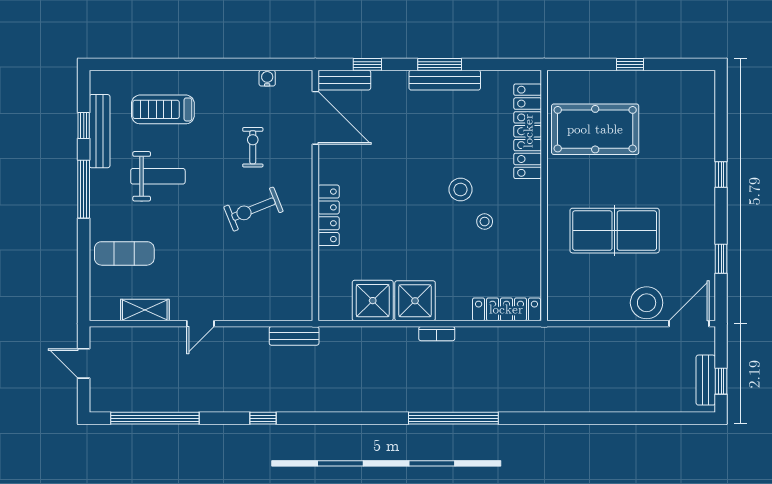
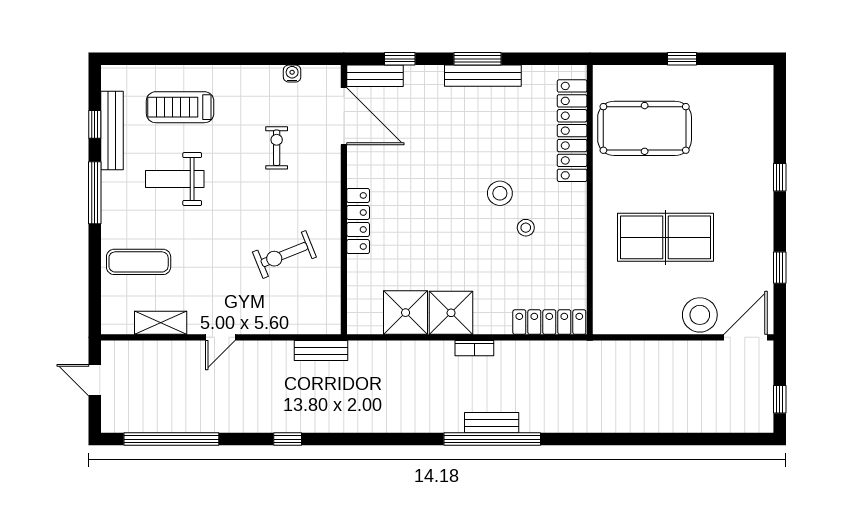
weight bench: (158, 176) -> (175, 179), turned 180
exercise bike: (253, 209) -> (284, 255), moved
bench: (706, 380) -> (492, 423), moved, turned 90

